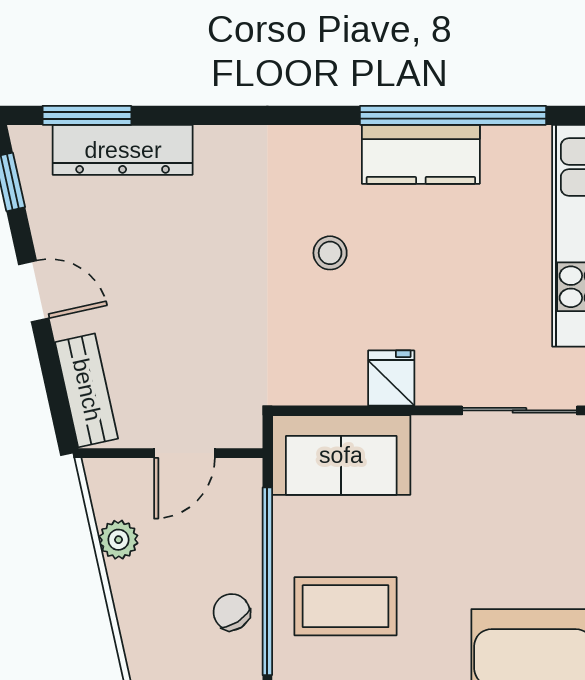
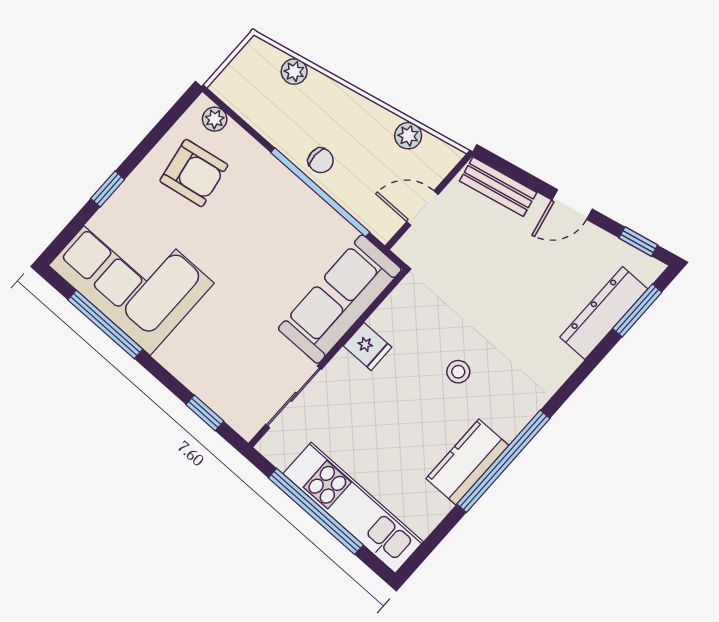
window: (453, 115) -> (503, 461), moved
door: (184, 453) -> (422, 208), hinge flipped
sofa: (341, 455) -> (340, 299), width x1.36
coffee table: (346, 606) -> (272, 221), removed
chair: (232, 612) -> (321, 160), turned 33

